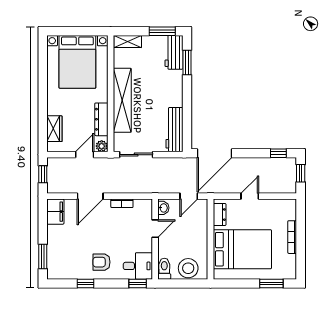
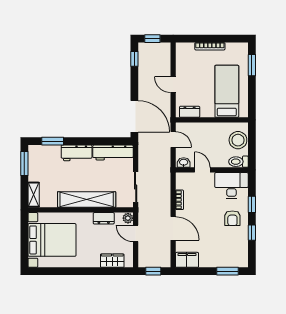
workbench: (174, 52) -> (77, 153), moved
dresser: (101, 119) -> (104, 218), width x0.70
bed: (242, 249) -> (227, 91), width x0.67
desk: (138, 266) -> (231, 185), width x1.37
window: (138, 284) -> (252, 204), moved

